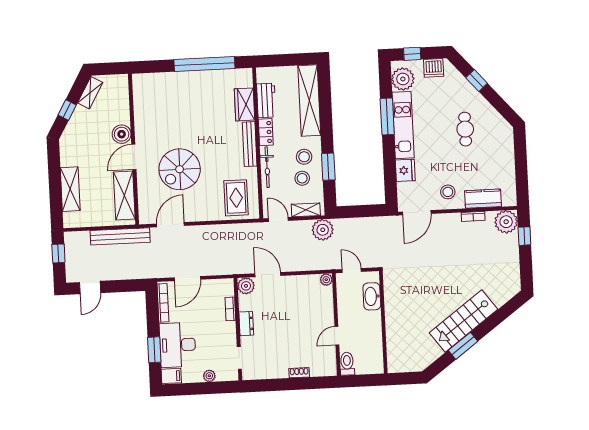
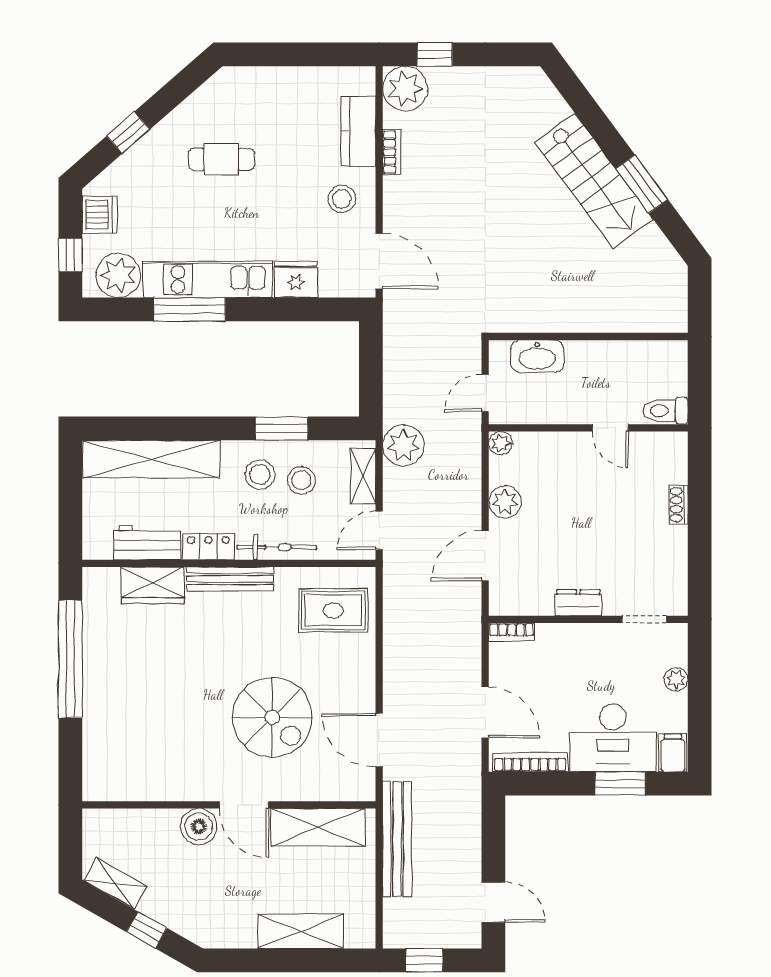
plant: (246, 286) -> (505, 502), moved
bookcase: (230, 309) -> (512, 632), moved

